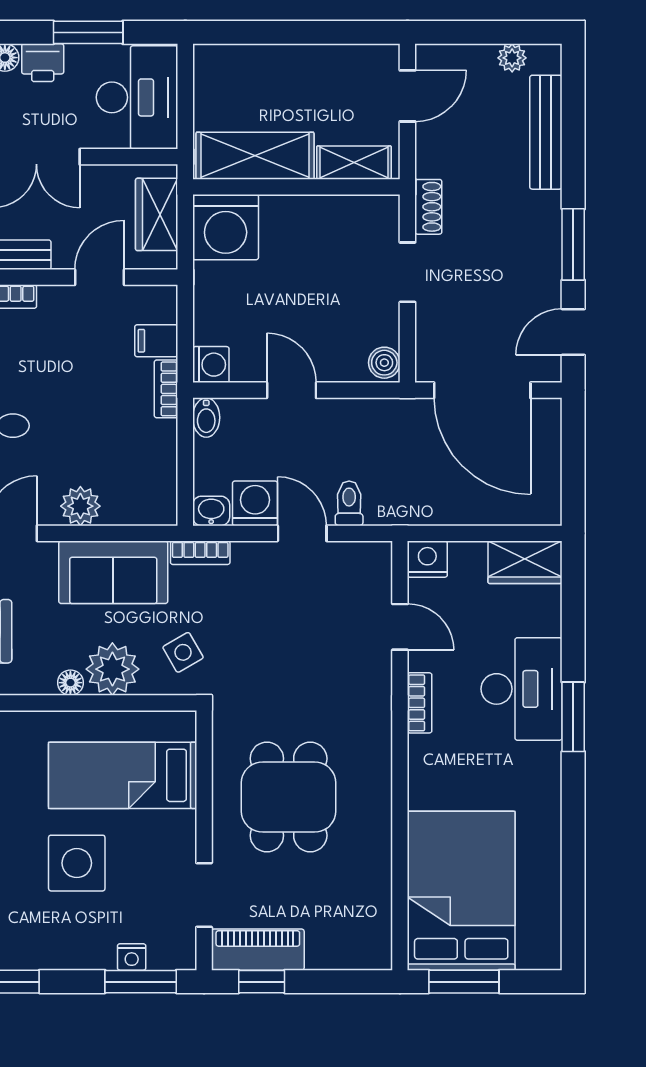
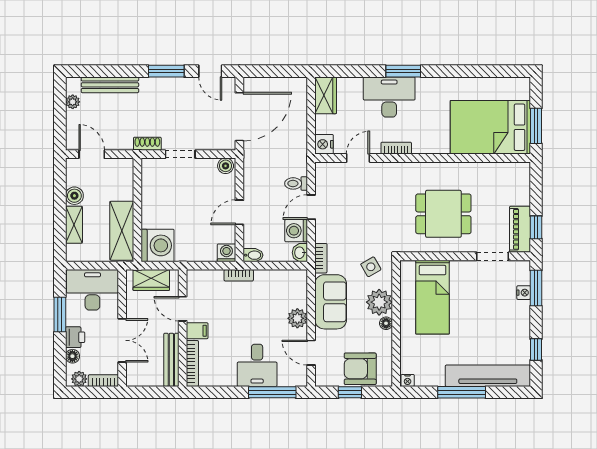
boiler: (325, 61) -> (74, 196), added
shelving: (354, 163) -> (74, 225), moved
filing cabinet: (156, 341) -> (197, 331), moved, turned -90
side table: (77, 863) -> (477, 320), removed

